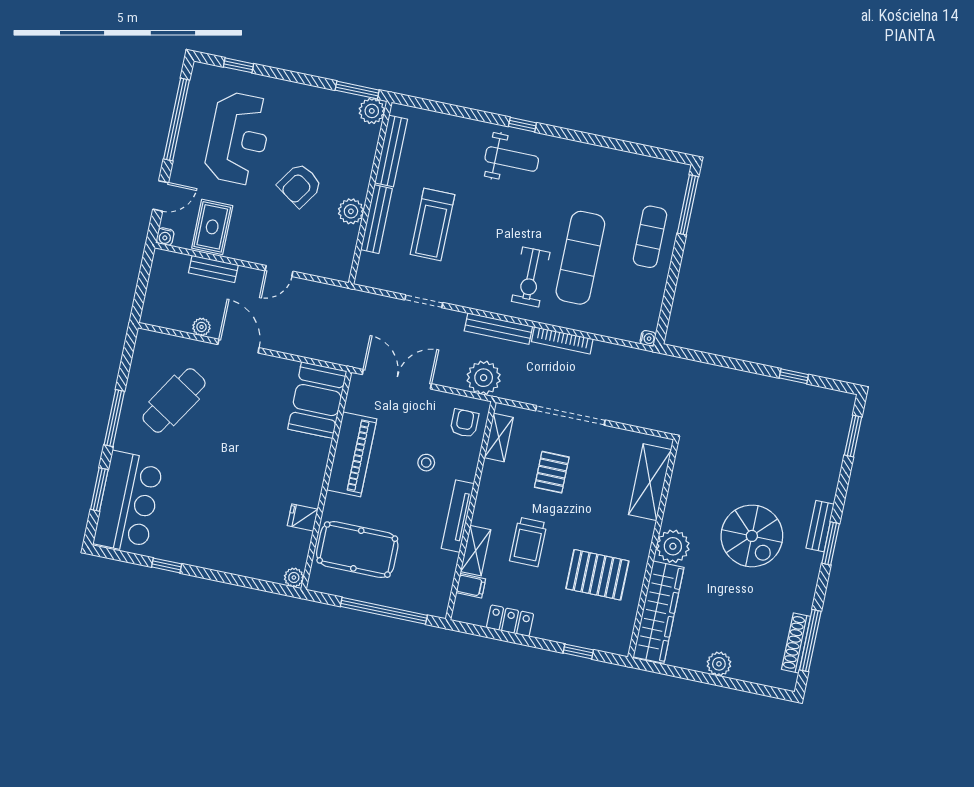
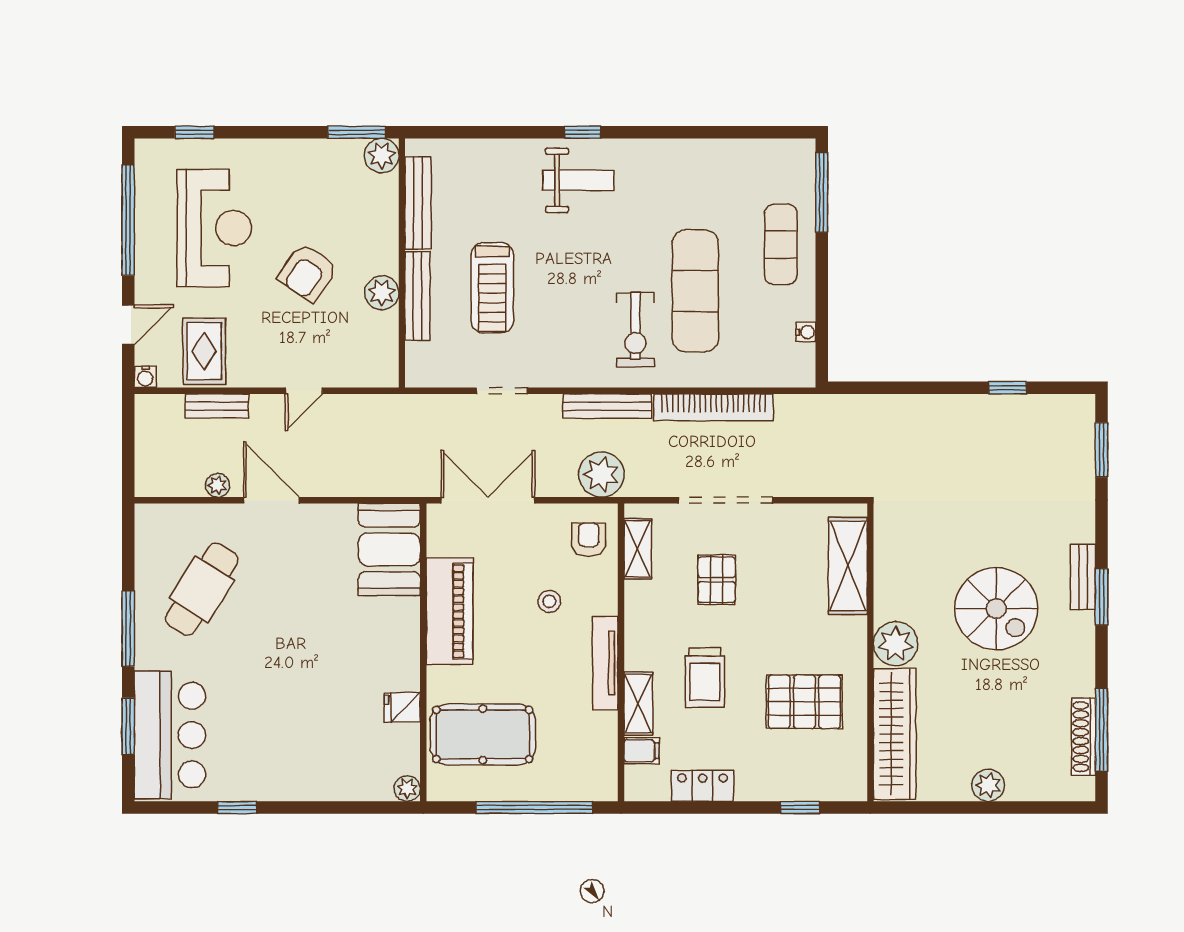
water cooler: (648, 338) -> (806, 332), moved
bookcase: (562, 340) -> (713, 407), width x1.48, depth x1.31

